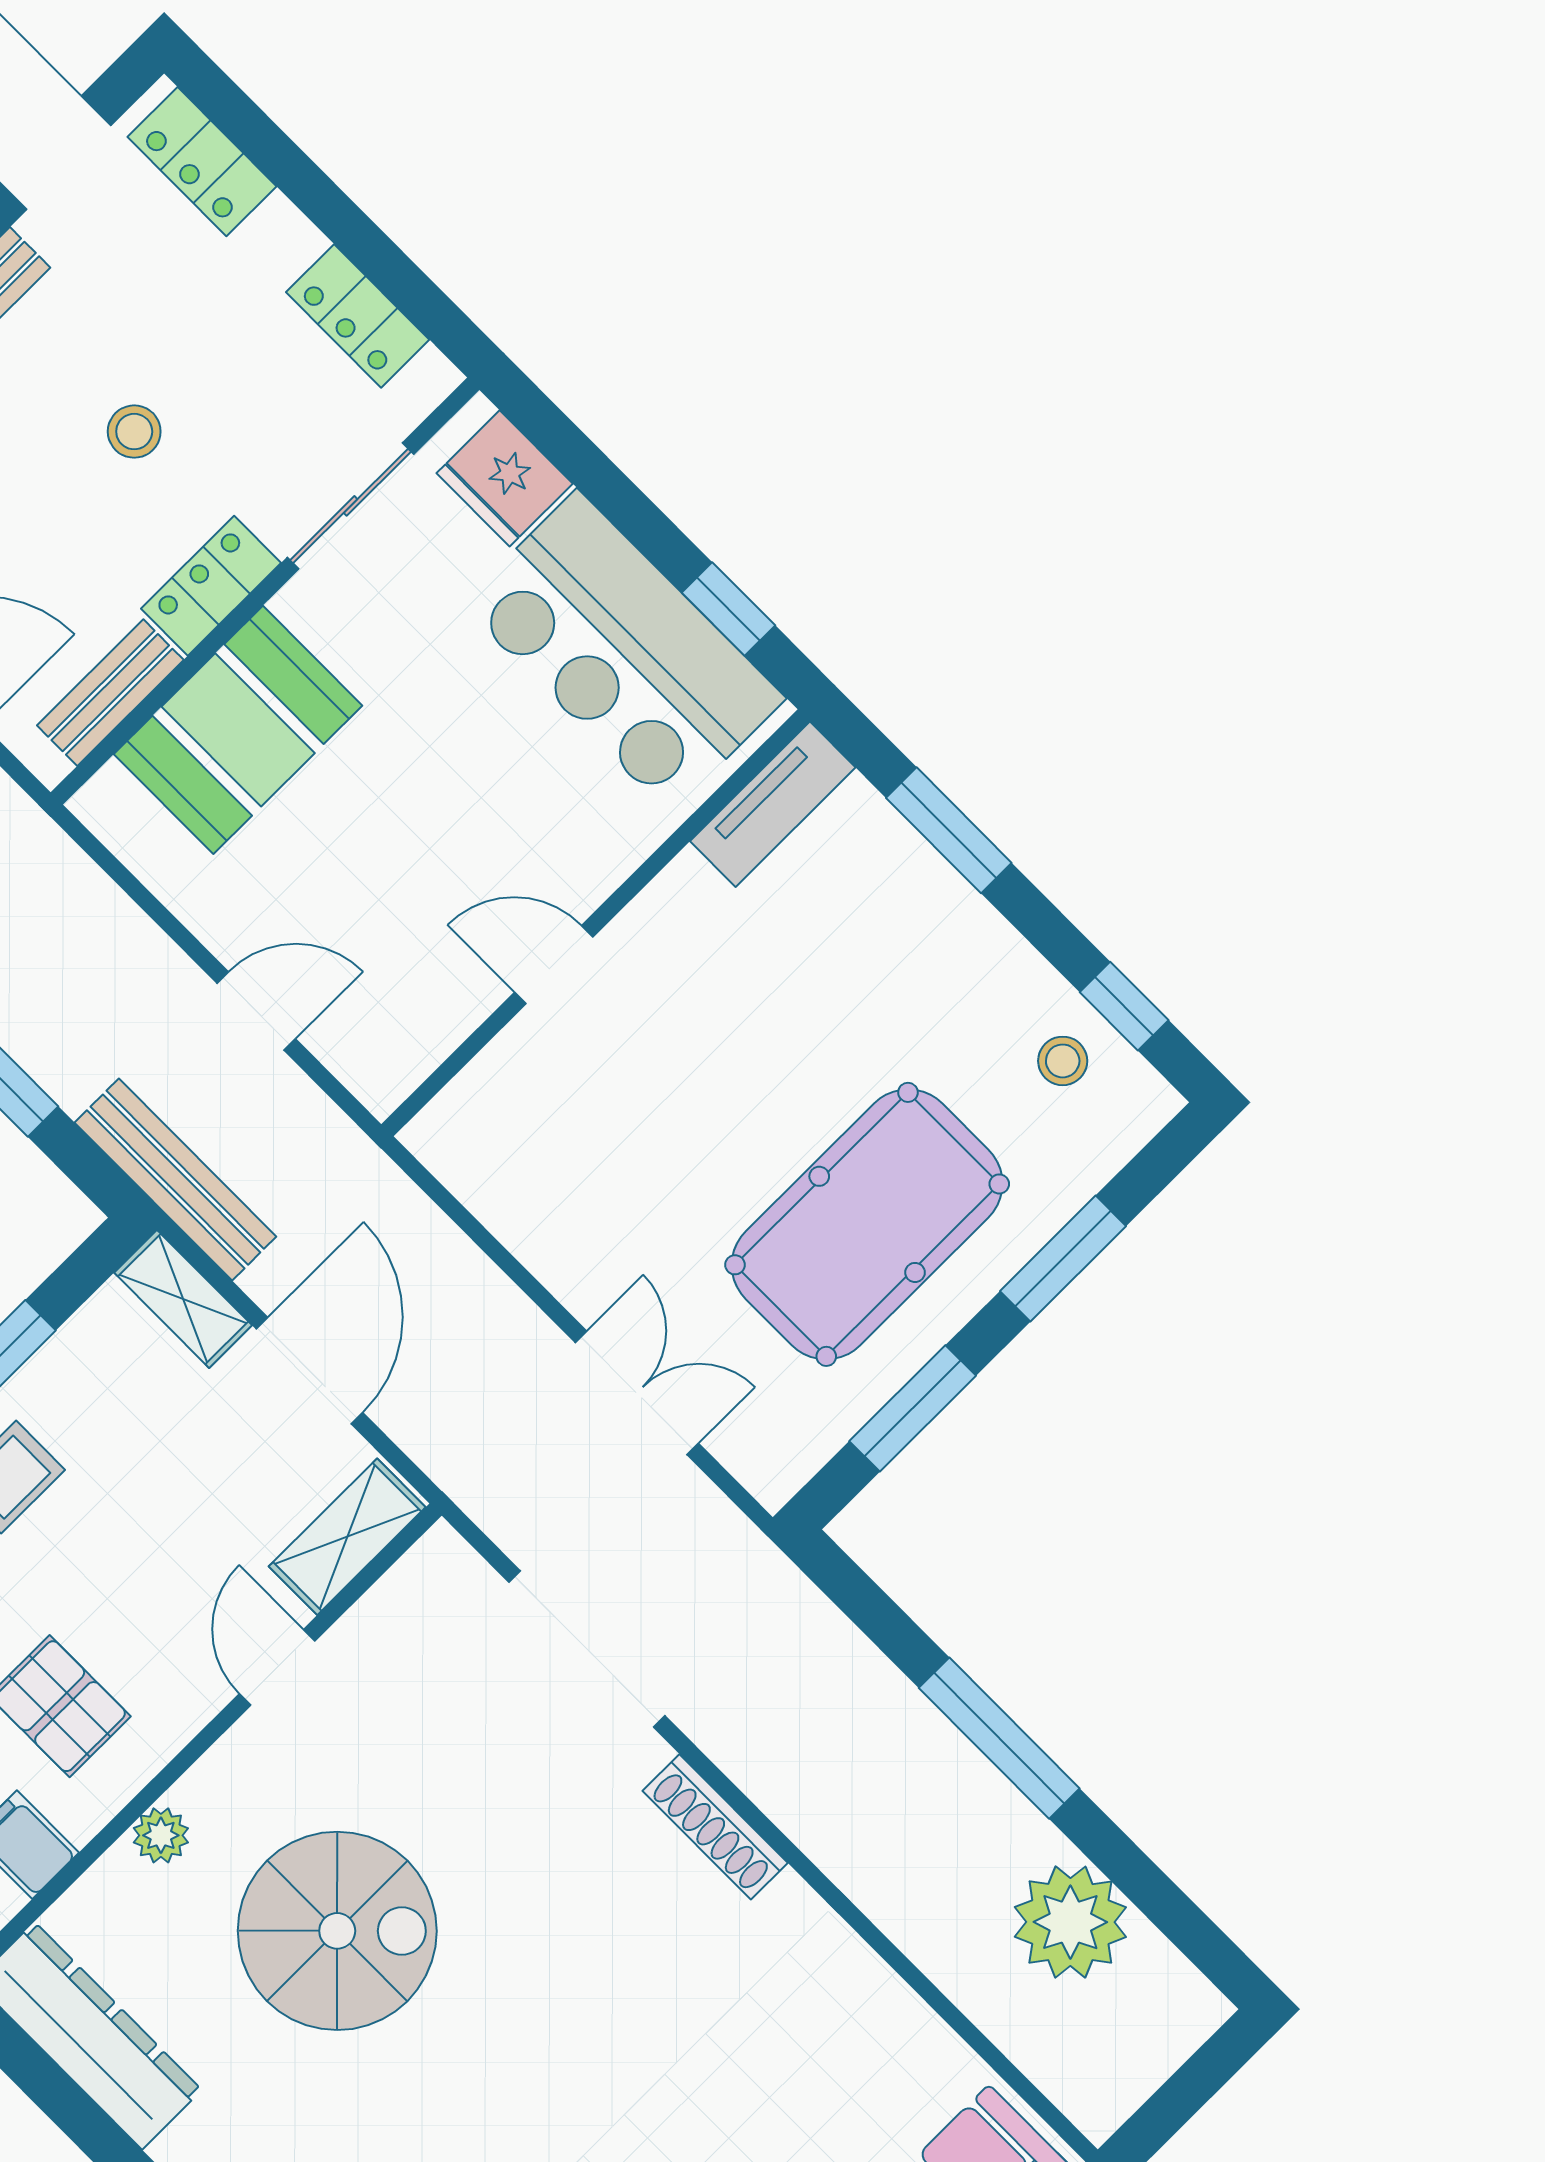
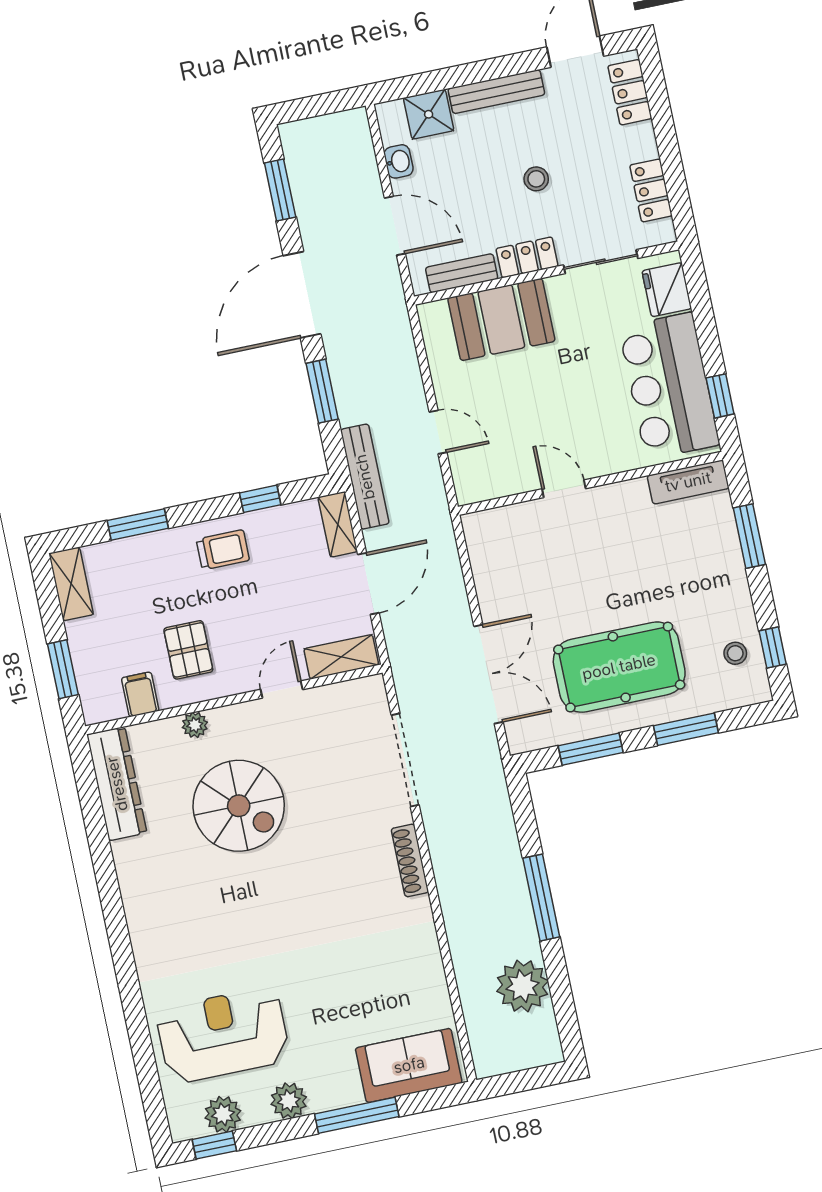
double door: (637, 1393) -> (489, 674), width x1.37

